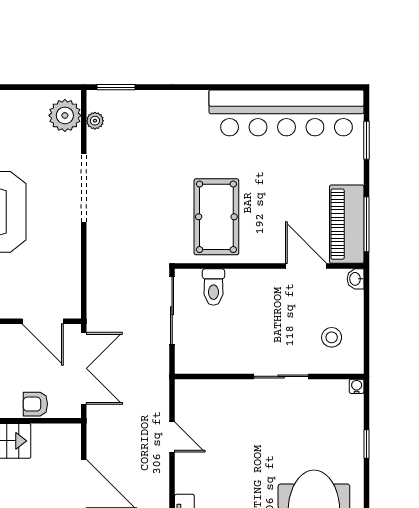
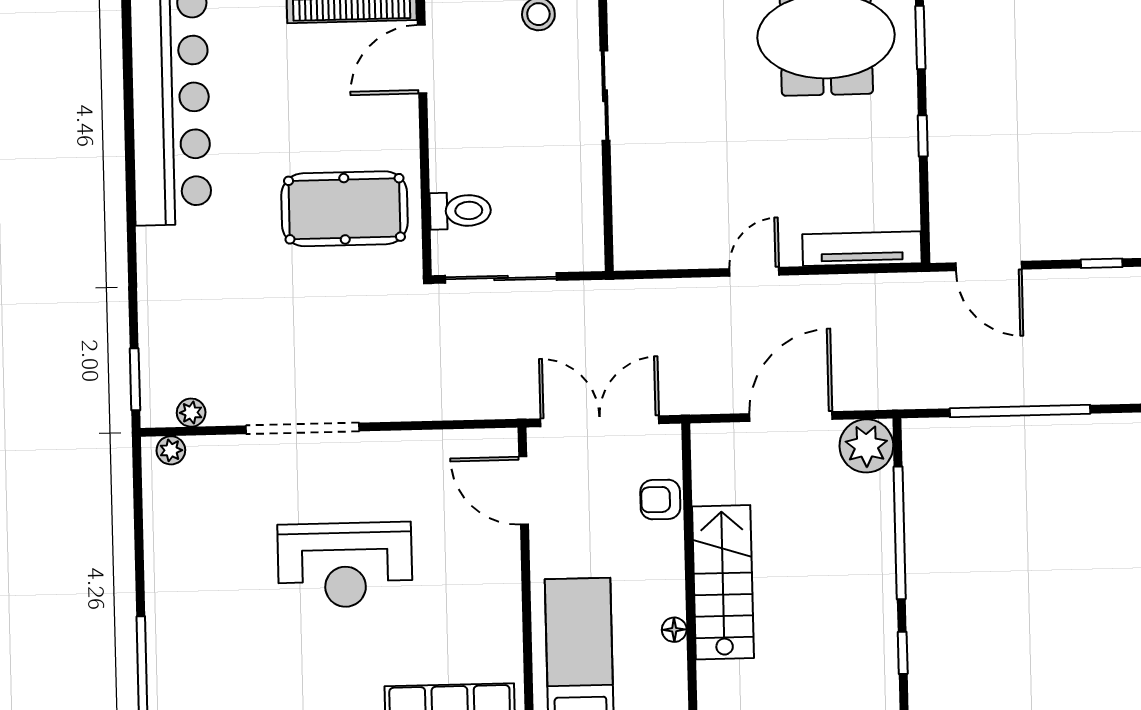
plant: (65, 115) -> (171, 450), width x0.53, depth x0.53
door: (43, 321) -> (524, 491), swing flipped
armchair: (35, 404) -> (660, 499), turned 90
door: (172, 437) -> (754, 272), moved

